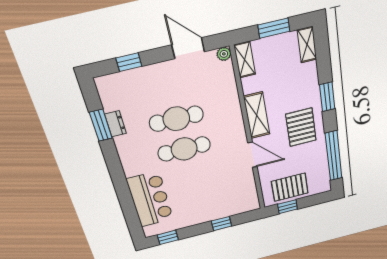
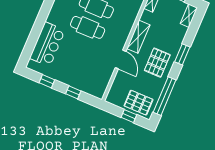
pallet: (290, 187) -> (138, 103), moved
window: (288, 207) -> (129, 116), moved
window: (168, 237) -> (47, 81), moved

